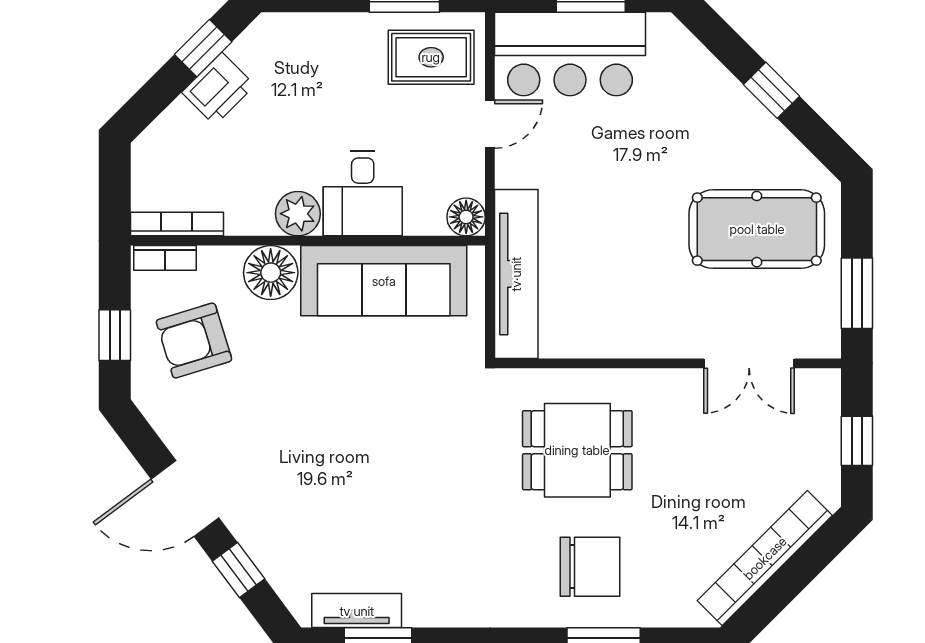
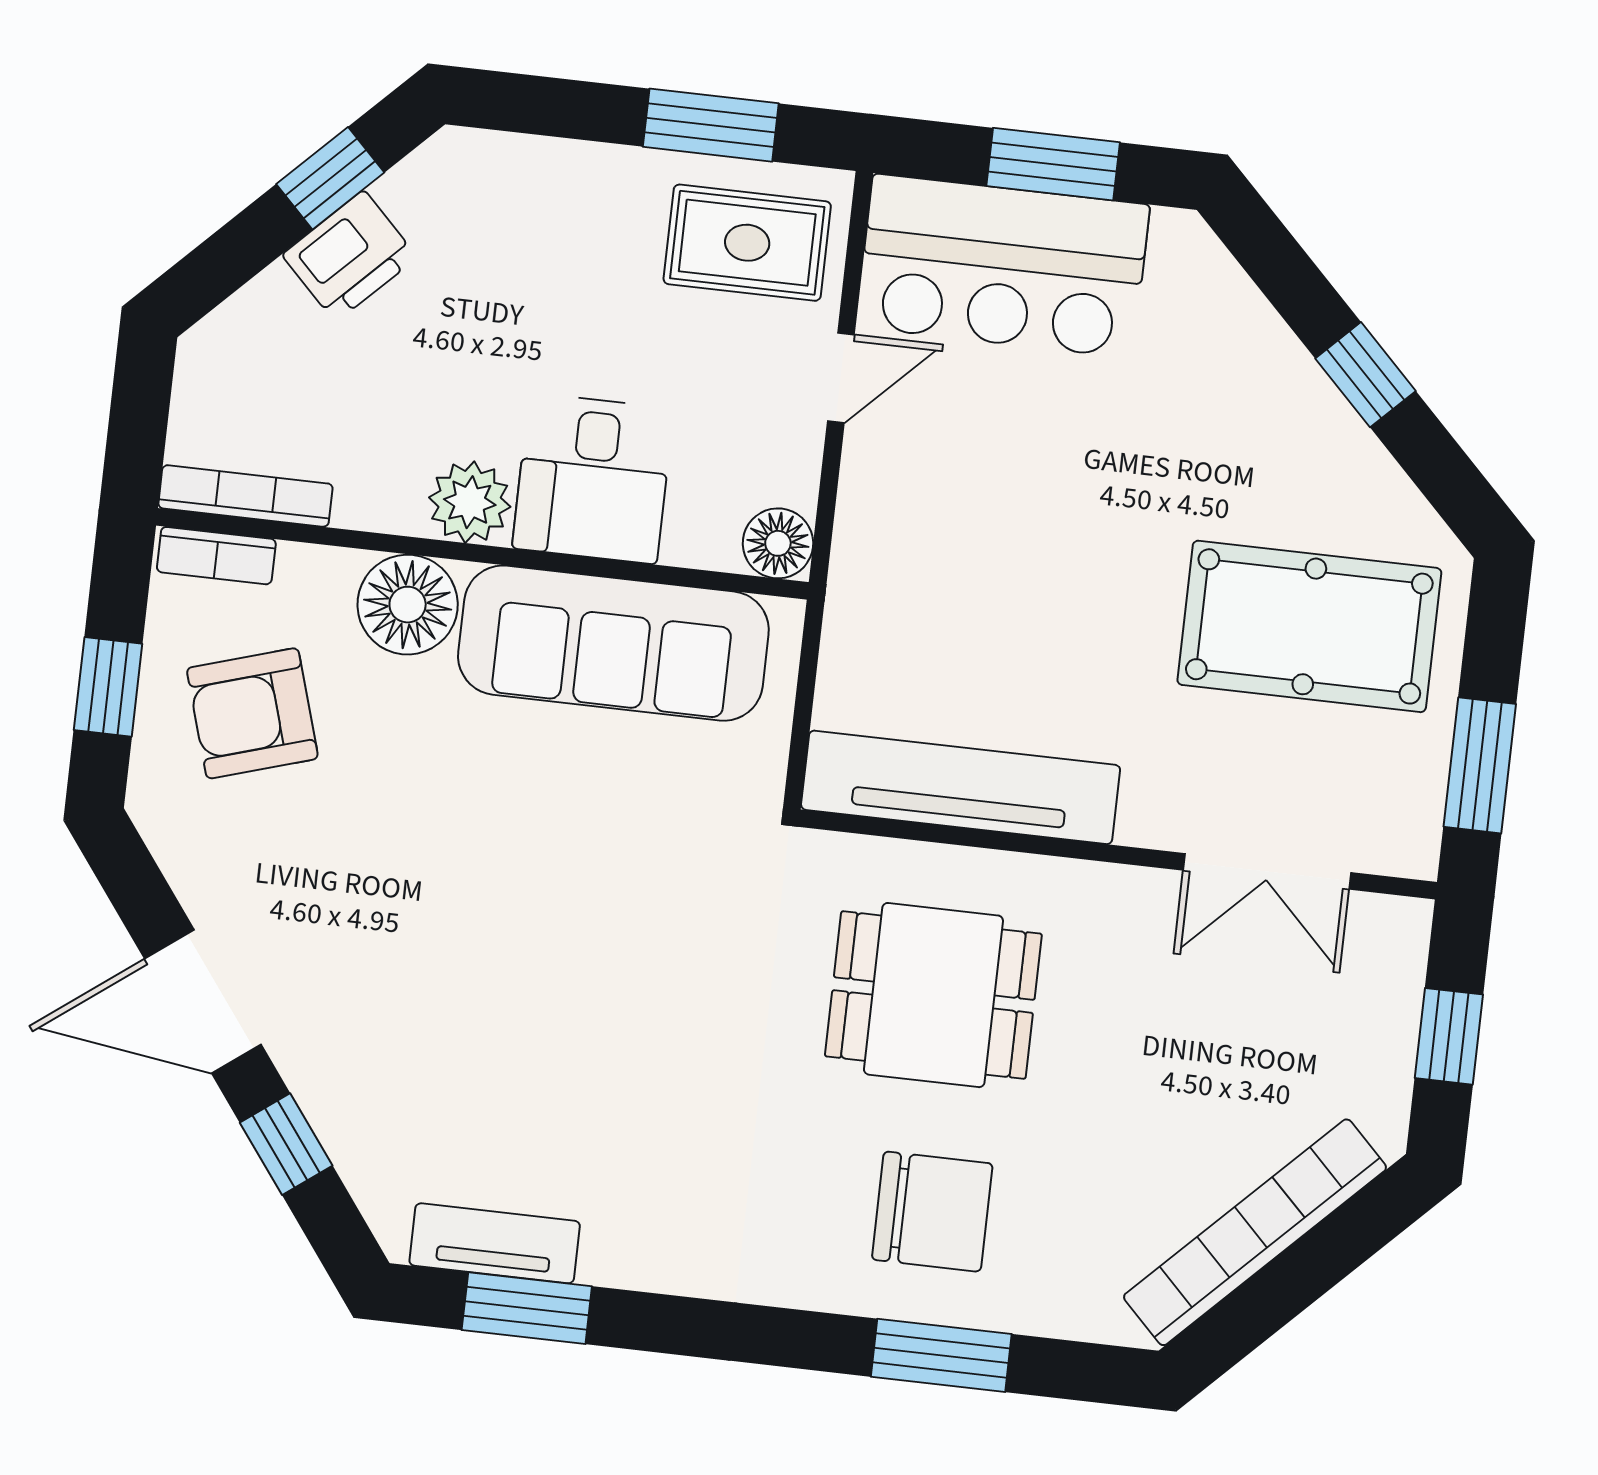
tv unit: (516, 274) -> (961, 787), moved, turned -90

